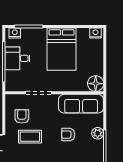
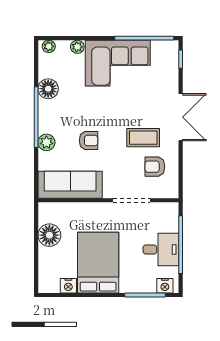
nightstand: (95, 33) -> (68, 286), moved
floor lamp: (96, 84) -> (49, 235), moved
armchair: (22, 116) -> (155, 167), turned 90

